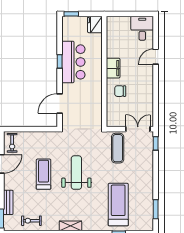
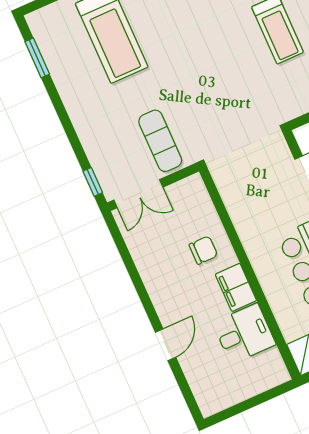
desk: (142, 28) -> (244, 333), moved, turned -90
weight bench: (76, 173) -> (217, 60), removed

